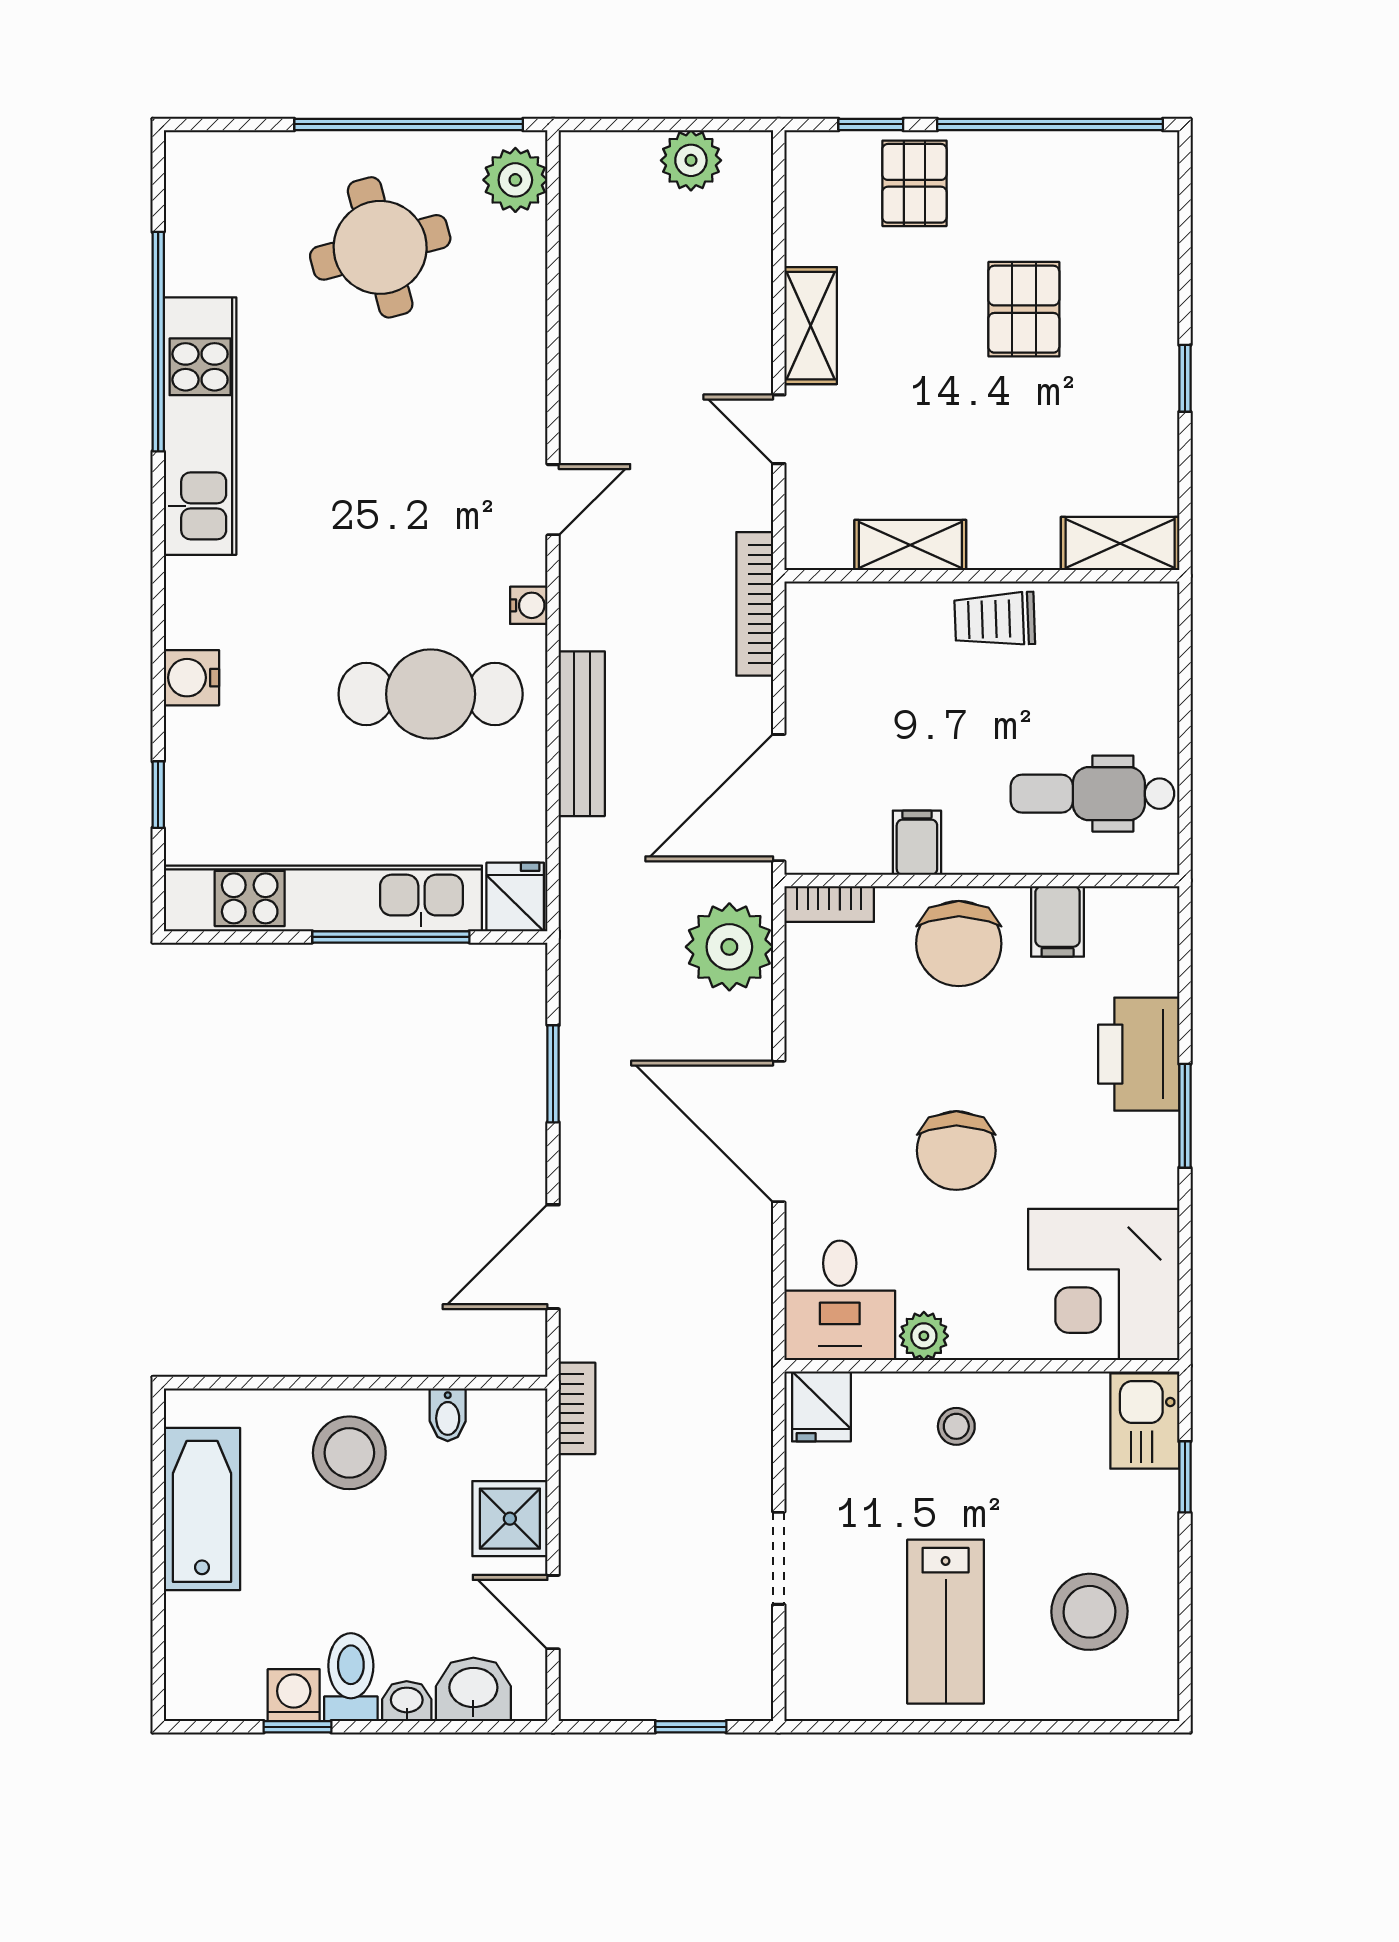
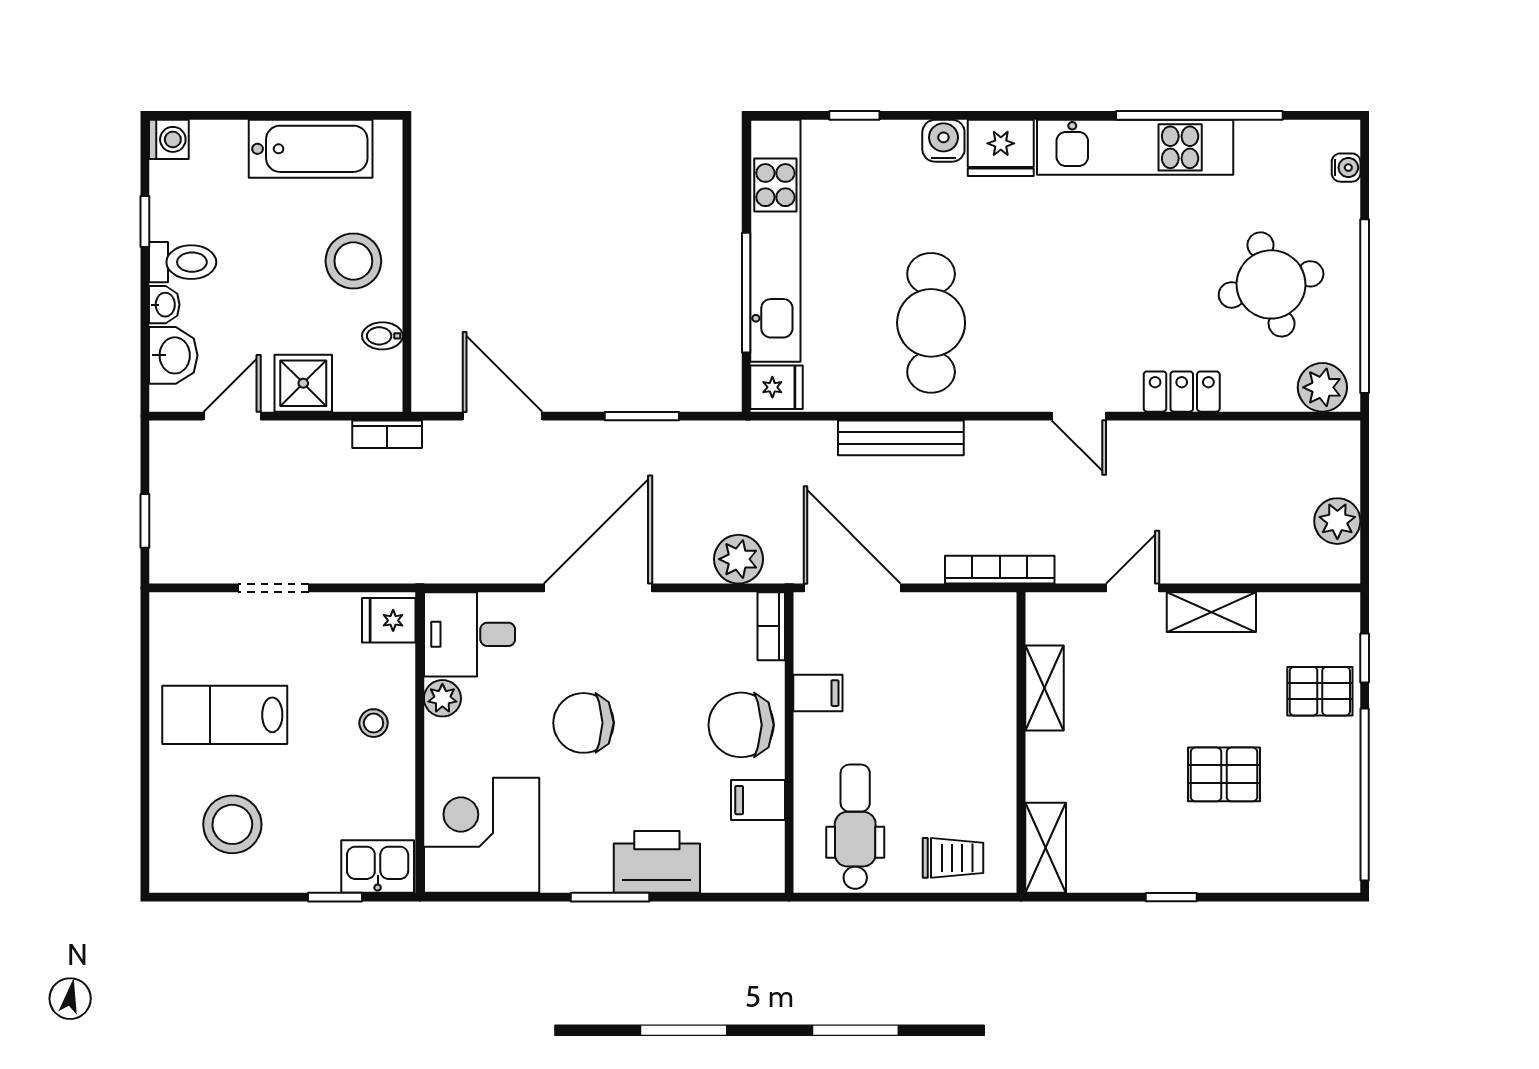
locker: (521, 365) -> (1182, 392), added
fridge: (201, 602) -> (1001, 148), added
water cooler: (529, 605) -> (1346, 168), moved, turned -90
trolley: (995, 619) -> (953, 858), moved, turned 92
plant: (729, 947) -> (739, 559), width x0.73, depth x0.73
washing machine: (294, 1695) -> (169, 139), moved

